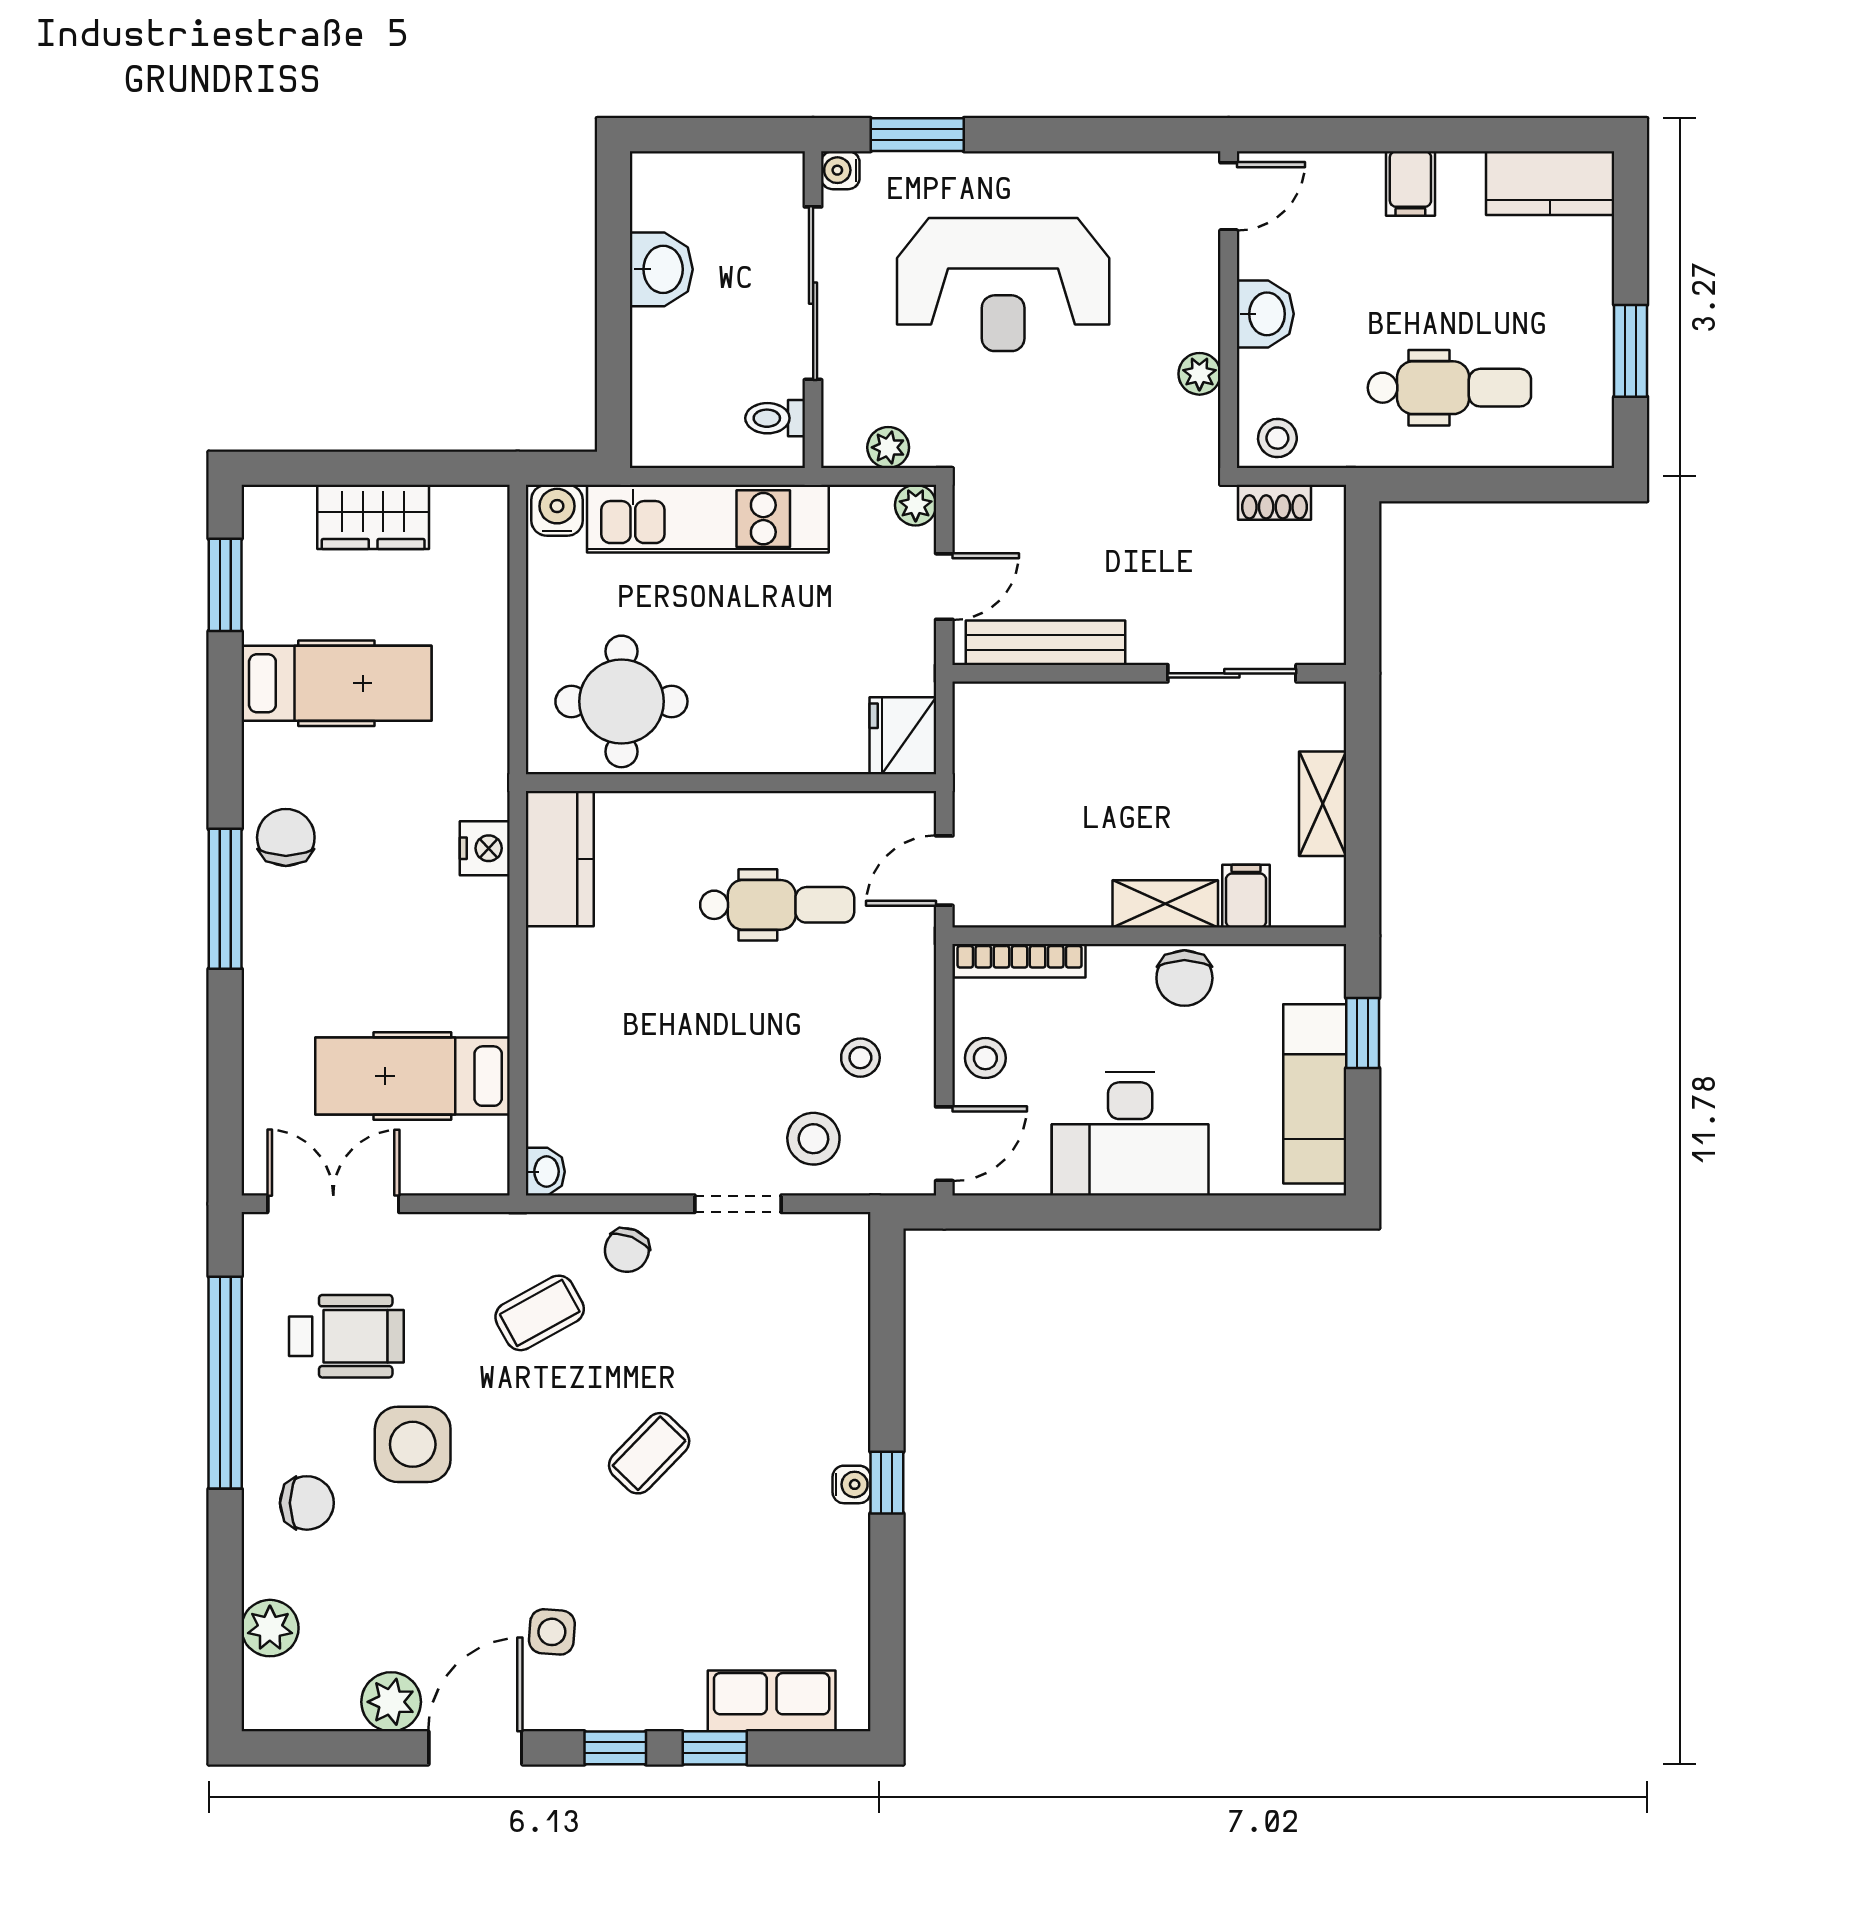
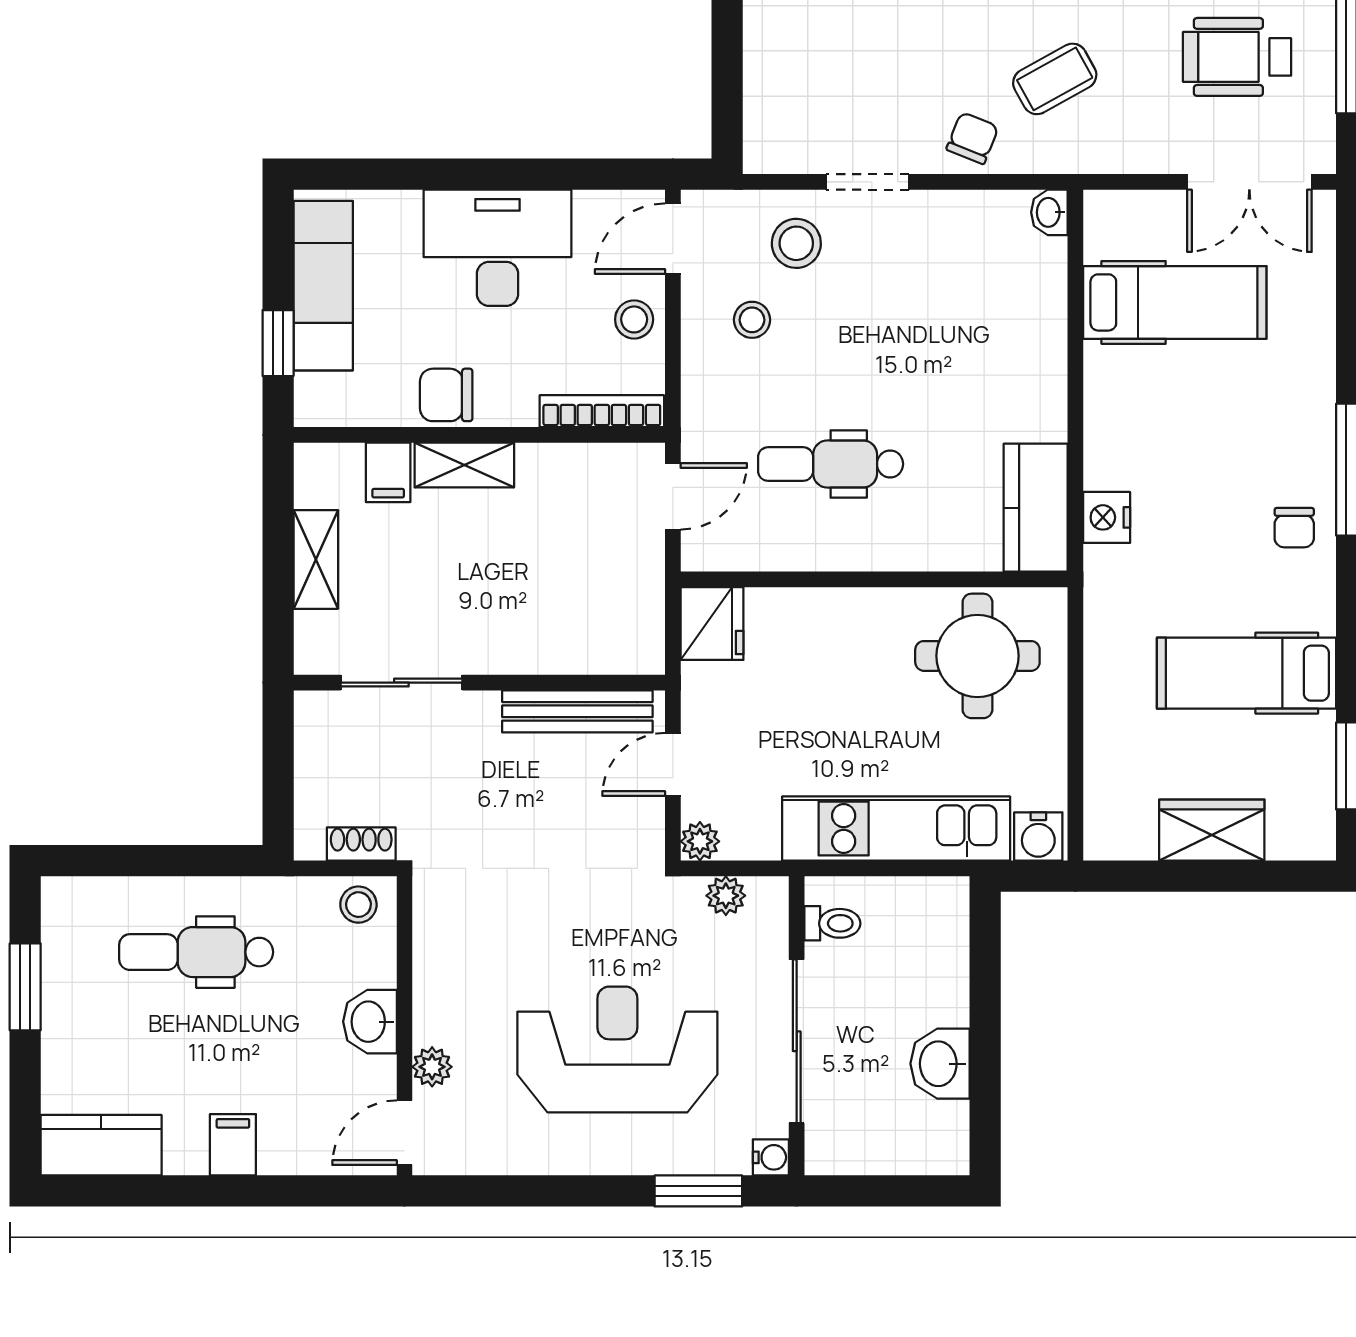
plant: (1199, 374) -> (432, 1067), moved
chair: (286, 837) -> (1294, 528), width x0.73, depth x0.73
chair: (1184, 978) -> (446, 395), turned -90

